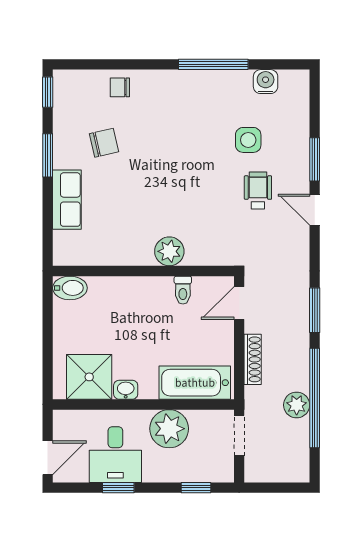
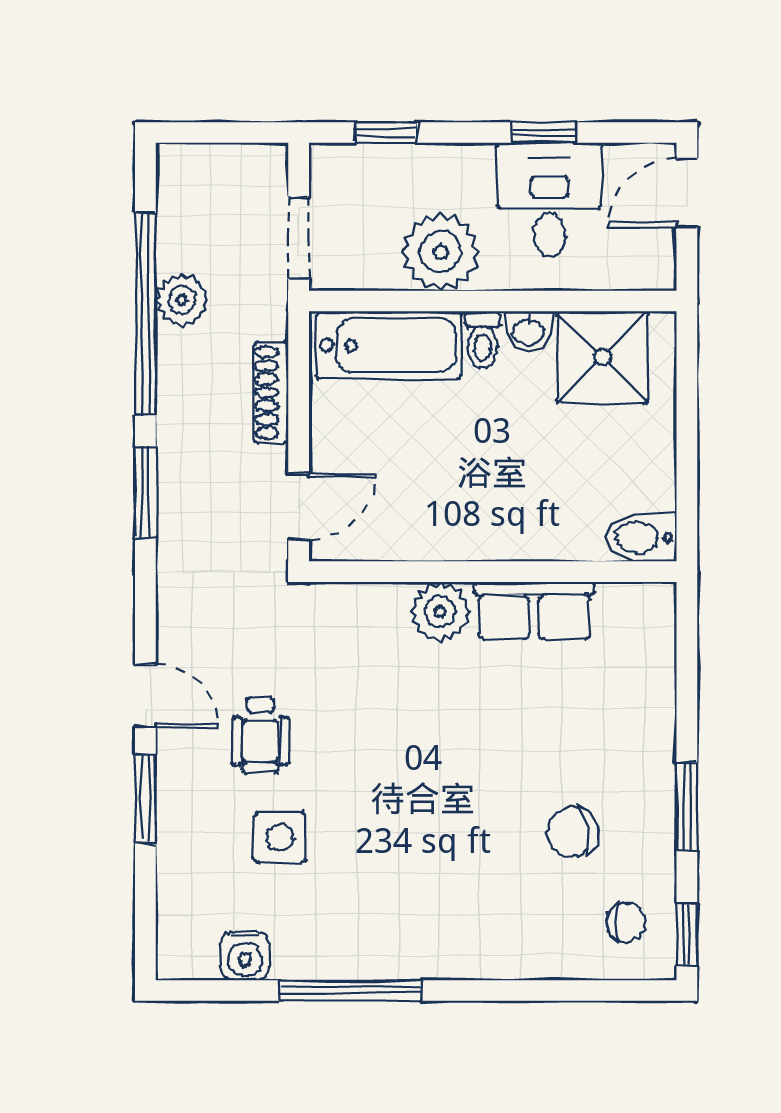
chair: (120, 87) -> (627, 922), moved
row of seats: (67, 200) -> (534, 611), moved, turned -90
toilet: (183, 290) -> (483, 340), moved, turned 180

